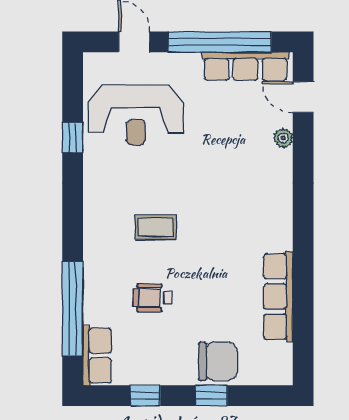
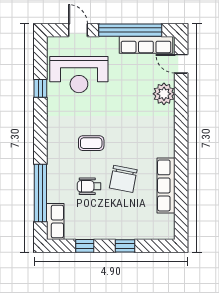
plant: (283, 138) -> (164, 94), width x1.88, depth x1.88
chair: (218, 361) -> (123, 179), moved, turned 101

